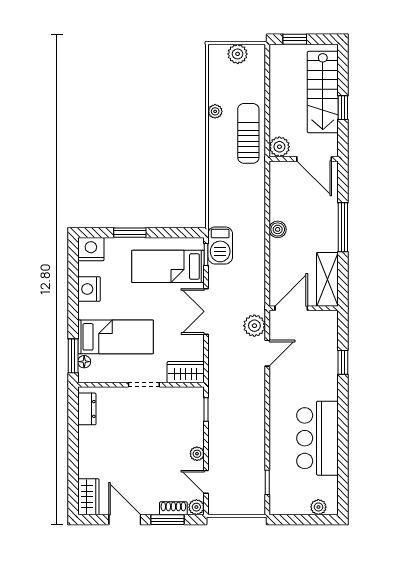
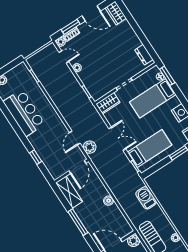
barbecue: (220, 245) -> (146, 198), moved

